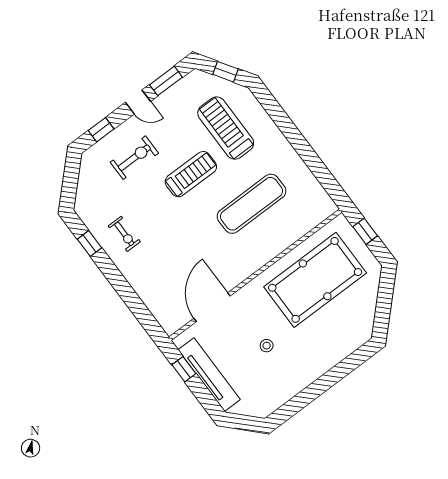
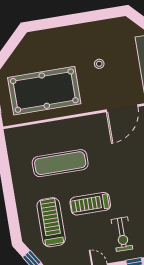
treadmill: (226, 128) -> (51, 222), turned 180
exercise bike: (134, 158) -> (122, 234), turned -90

